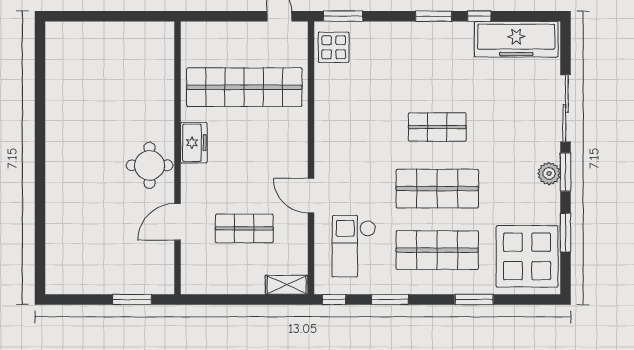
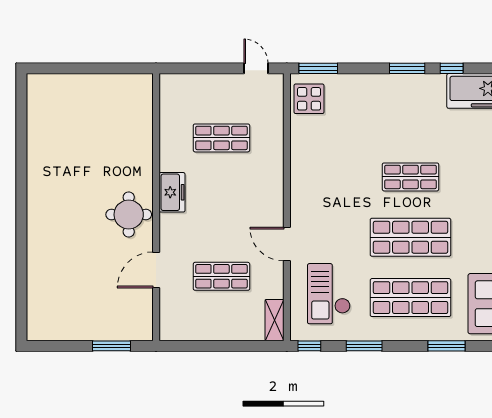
shop shelf: (244, 87) -> (221, 138), width x0.50, depth x0.74
shelving: (287, 285) -> (274, 320), moved, turned 90

